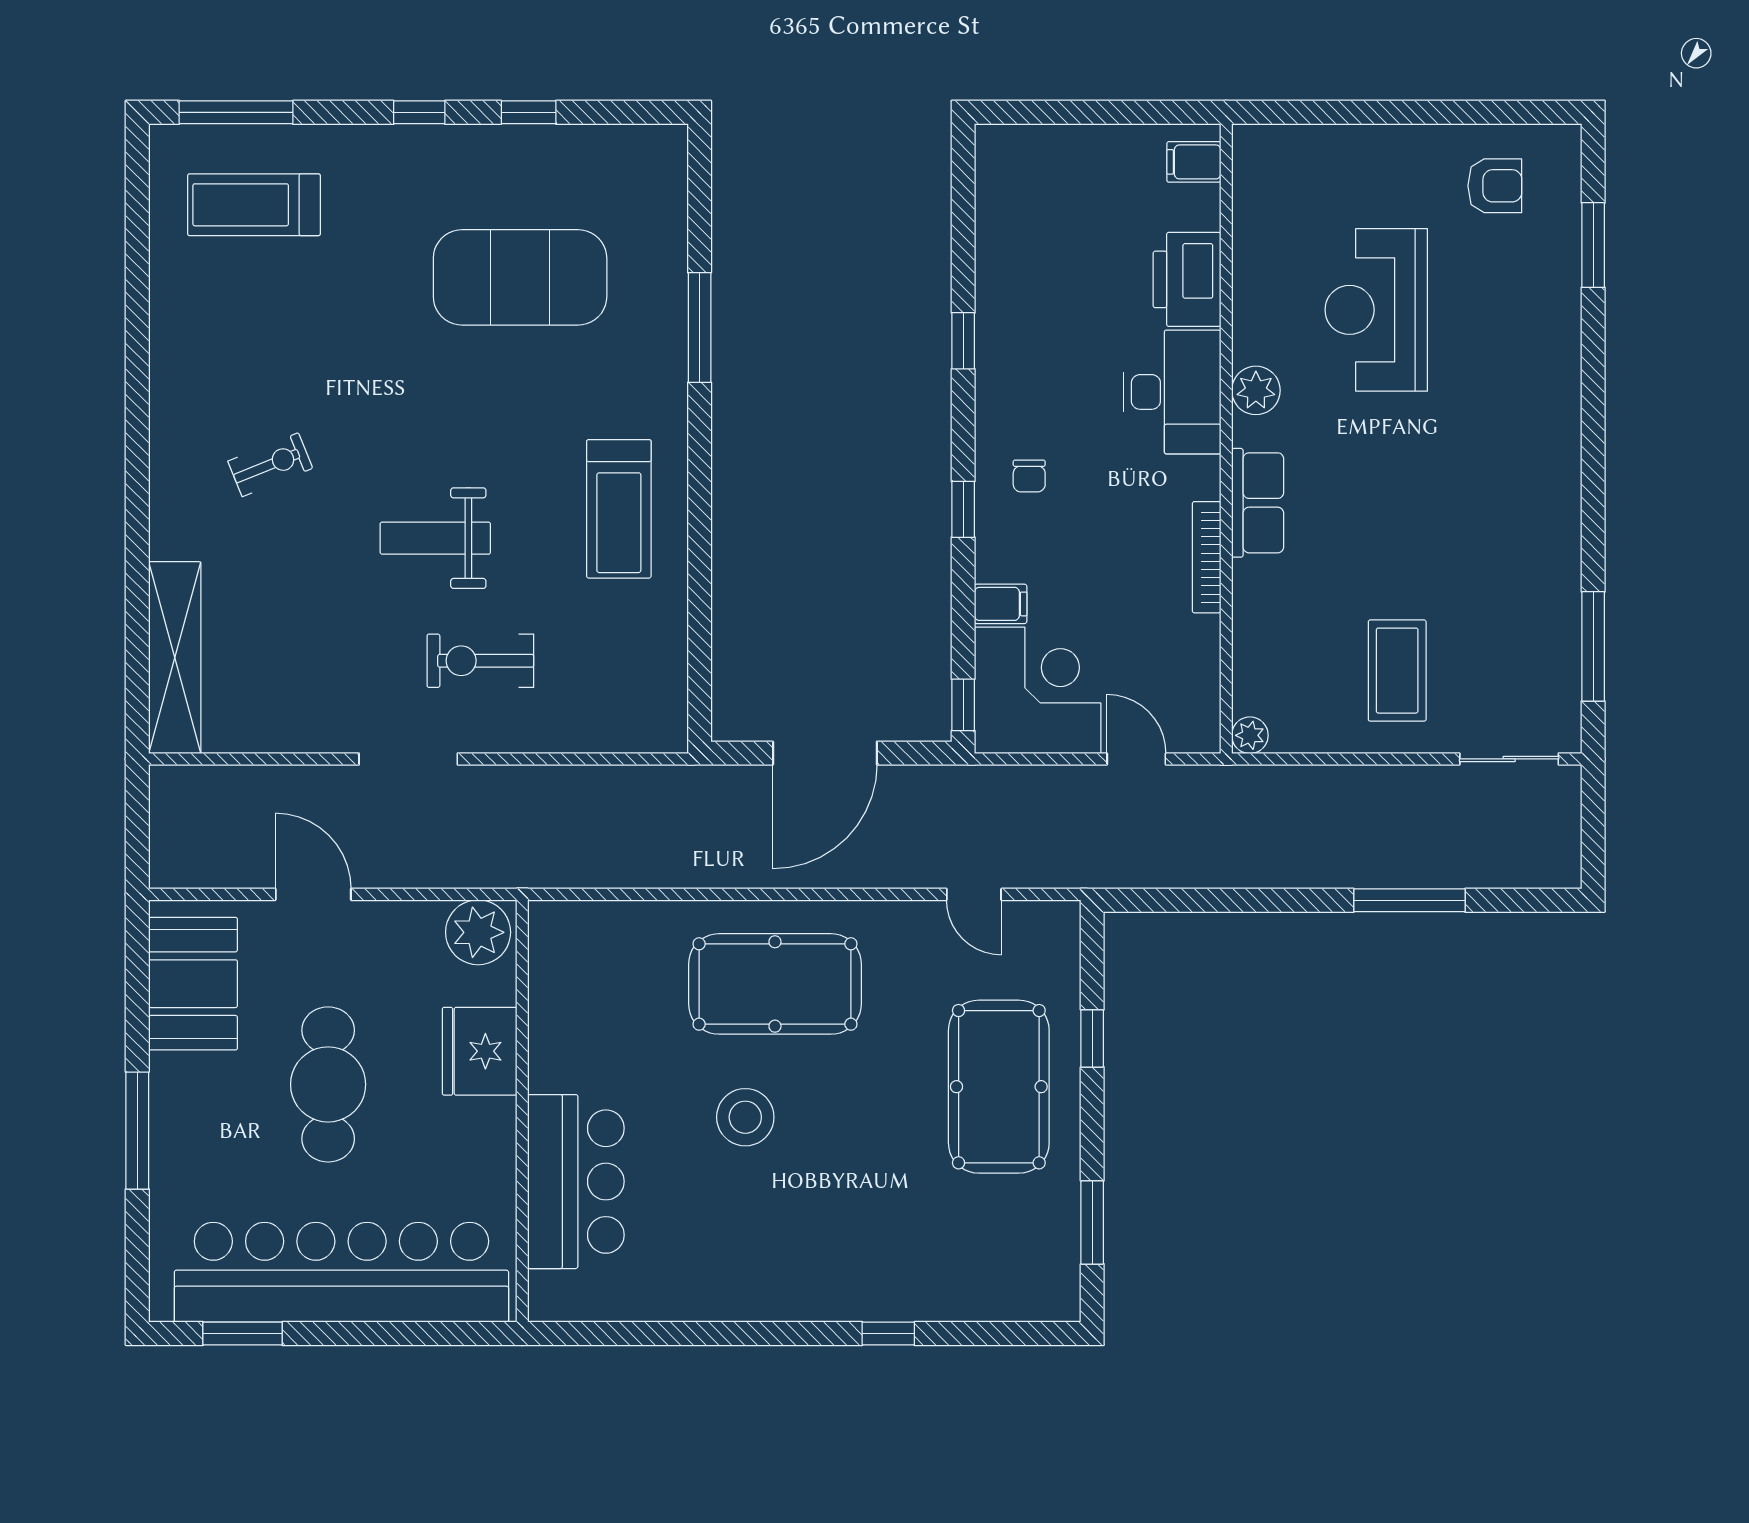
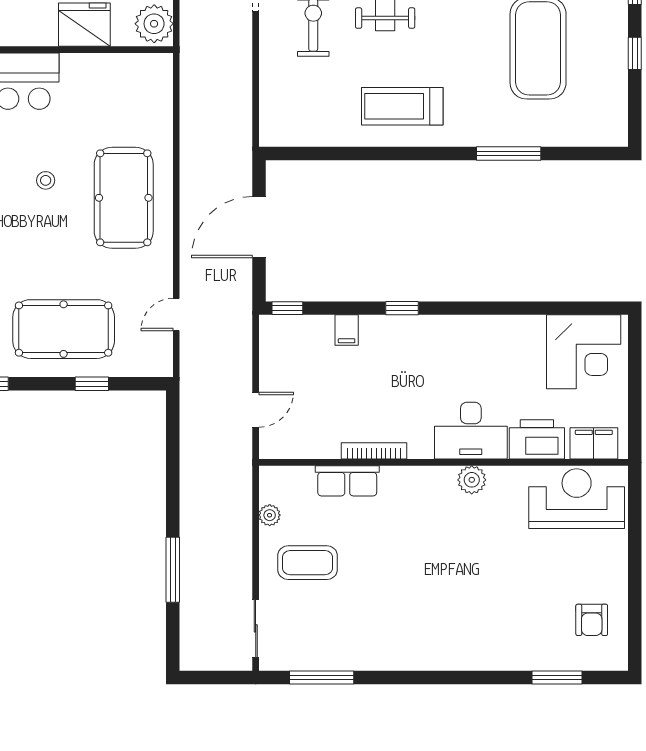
filing cabinet: (1194, 162) -> (594, 443), width x2.00
reception desk: (1376, 310) -> (577, 499), moved
window: (963, 341) -> (501, 308), removed
chair: (1029, 476) -> (422, 347), removed
row of seats: (1258, 503) -> (347, 481), moved
corner desk: (1038, 690) -> (584, 352), moved
plant: (1250, 735) -> (270, 515), moved
door: (825, 753) -> (259, 227), hinge flipped
stool: (745, 1117) -> (46, 180), width x0.53, depth x0.53

